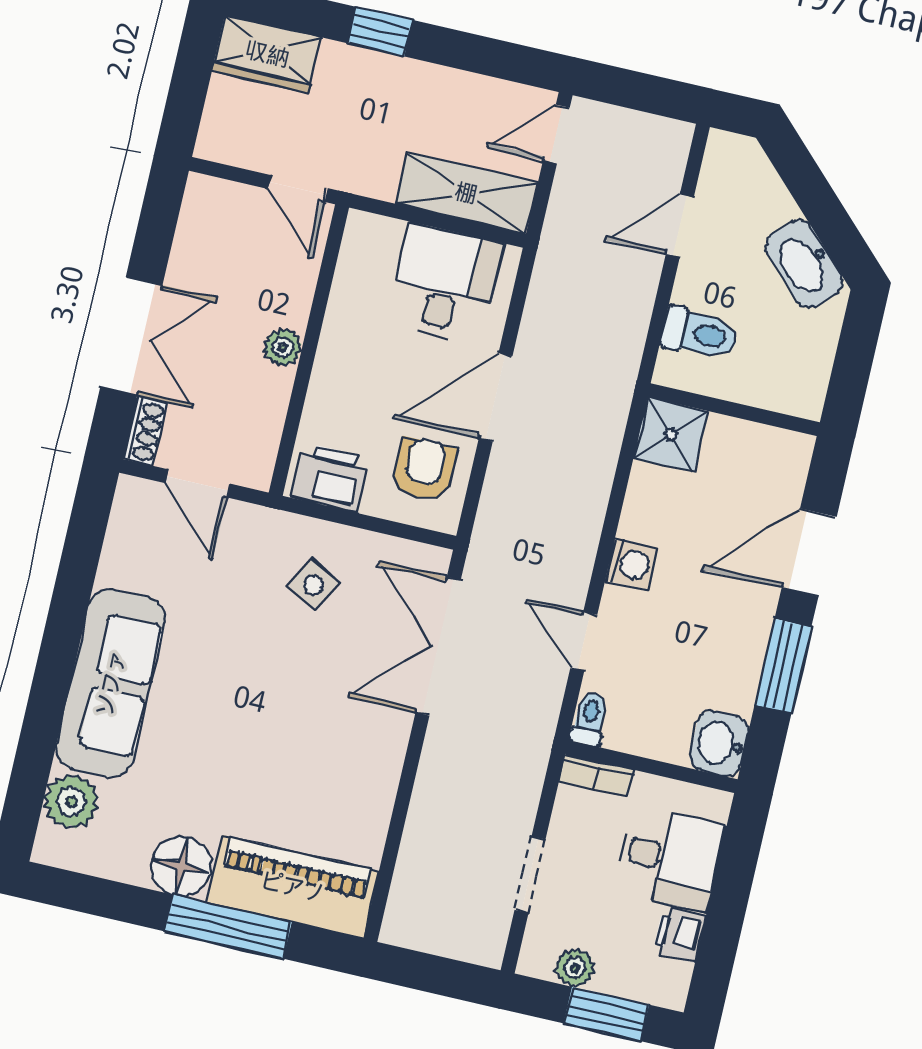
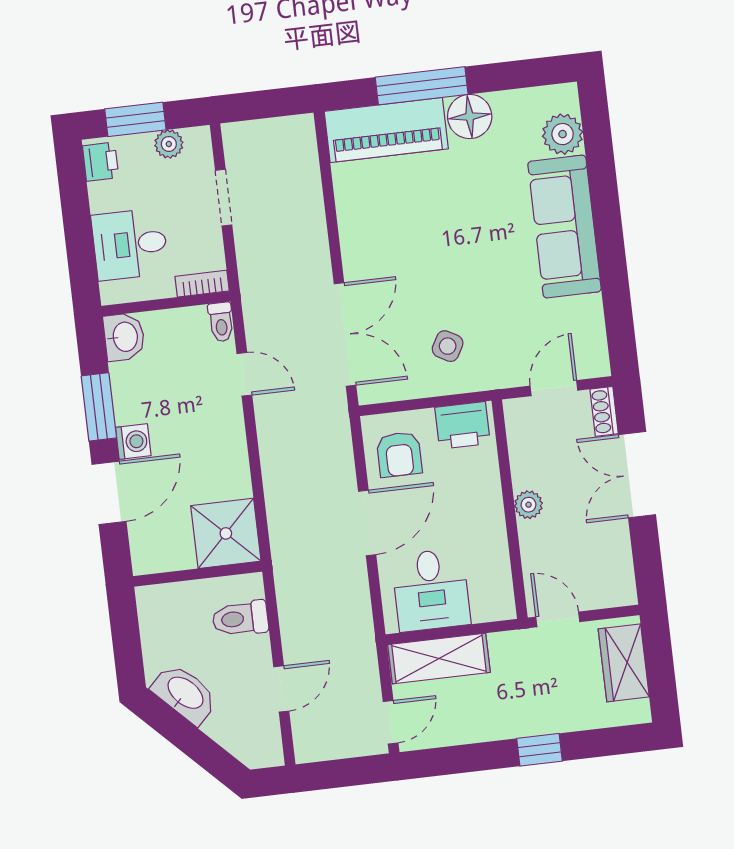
wardrobe: (267, 54) -> (624, 663), moved, turned -90
shower: (671, 434) -> (226, 533), width x1.36, depth x1.36
door: (198, 483) -> (554, 388), hinge flipped
washing machine: (631, 564) -> (133, 442), moved, turned 180
printer: (679, 935) -> (101, 162), moved

